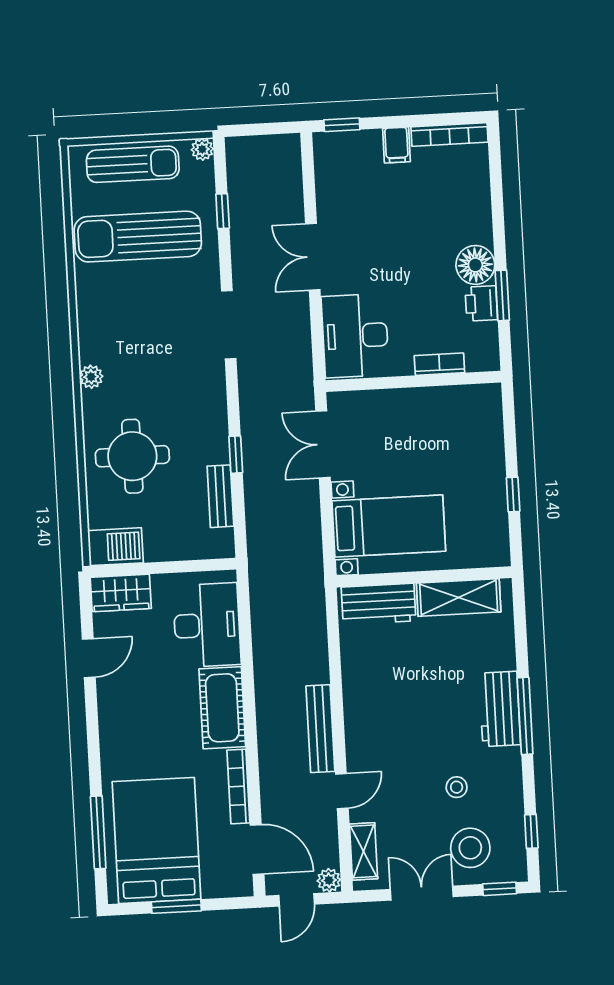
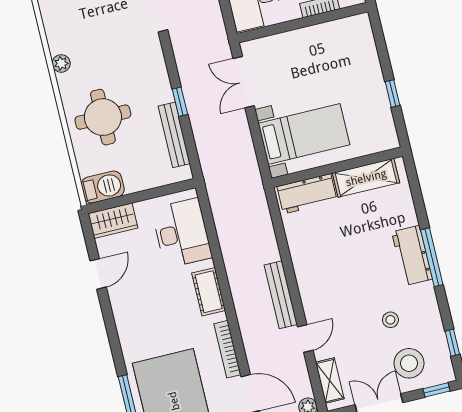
bench: (220, 496) -> (174, 135), width x1.36
cot: (222, 708) -> (209, 292), width x0.73, depth x0.75

